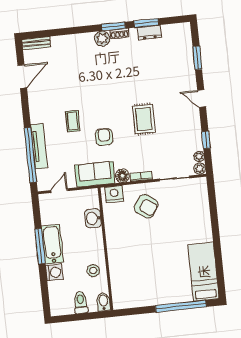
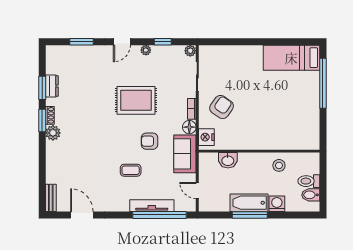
rug: (144, 119) -> (136, 100), width x1.36, depth x1.43
plant: (199, 157) -> (146, 50), moved
bidet: (103, 302) -> (311, 195), moved

